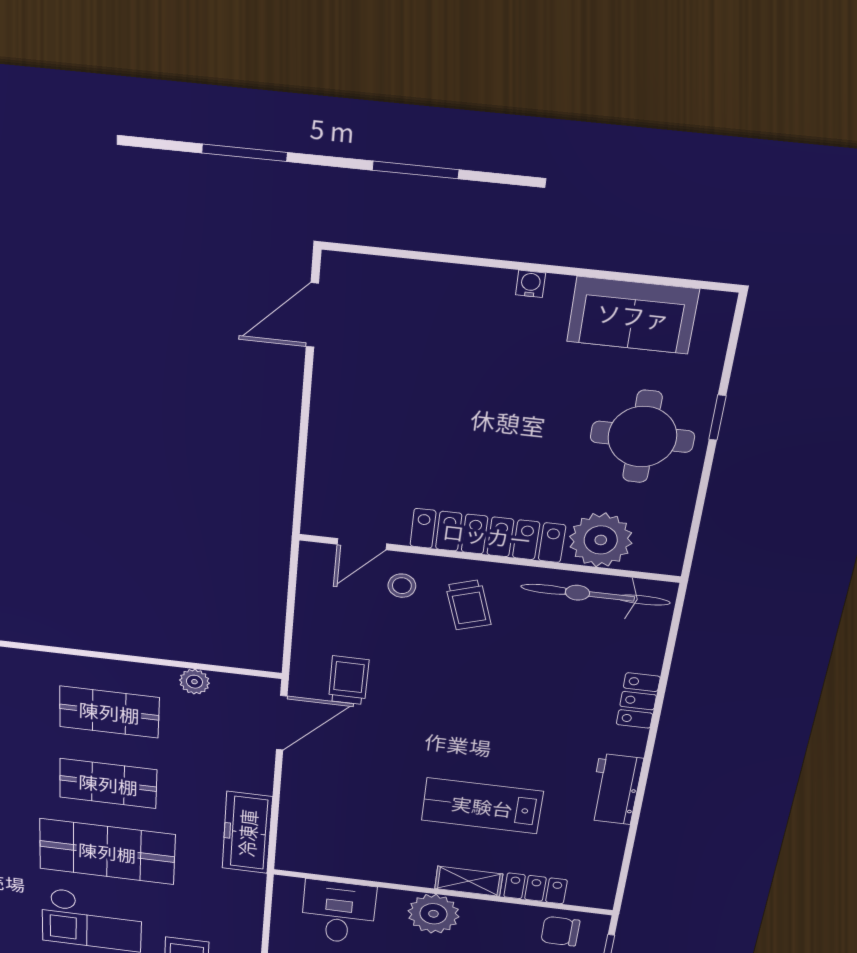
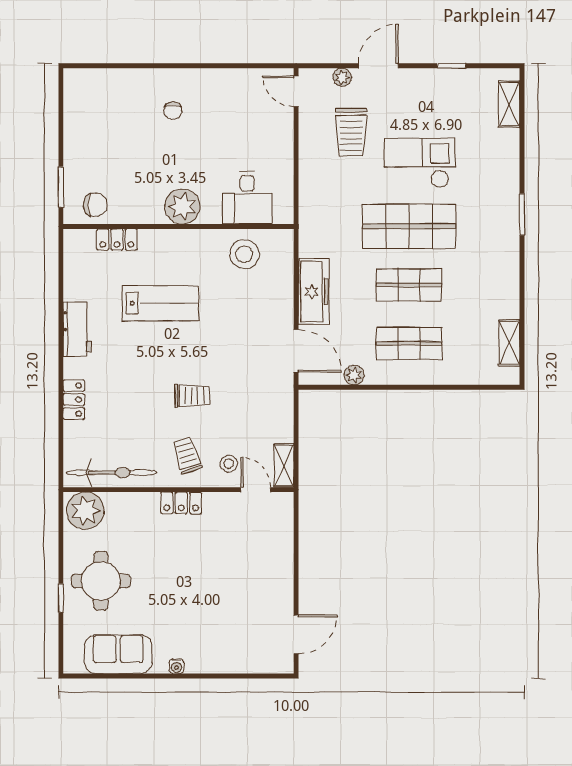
locker: (487, 535) -> (181, 503), width x0.46, depth x0.83
plant: (601, 540) -> (85, 511), moved
door: (362, 544) -> (256, 490), hinge flipped
trolley: (349, 680) -> (192, 396), moved, turned -90
door: (282, 723) -> (296, 351), swing flipped
freezer: (247, 833) -> (314, 292), moved
stool: (349, 849) -> (244, 254), added
shelving: (469, 881) -> (284, 465), moved, turned 90

